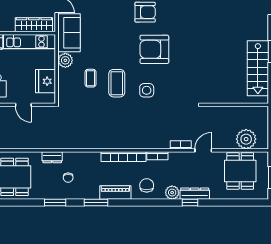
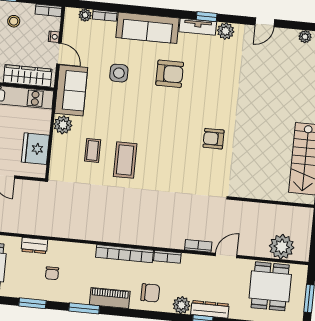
armchair: (154, 49) -> (214, 139), moved, width x0.53, depth x0.53
side table: (147, 90) -> (119, 73), moved
chair: (147, 185) -> (150, 293), turned 90

